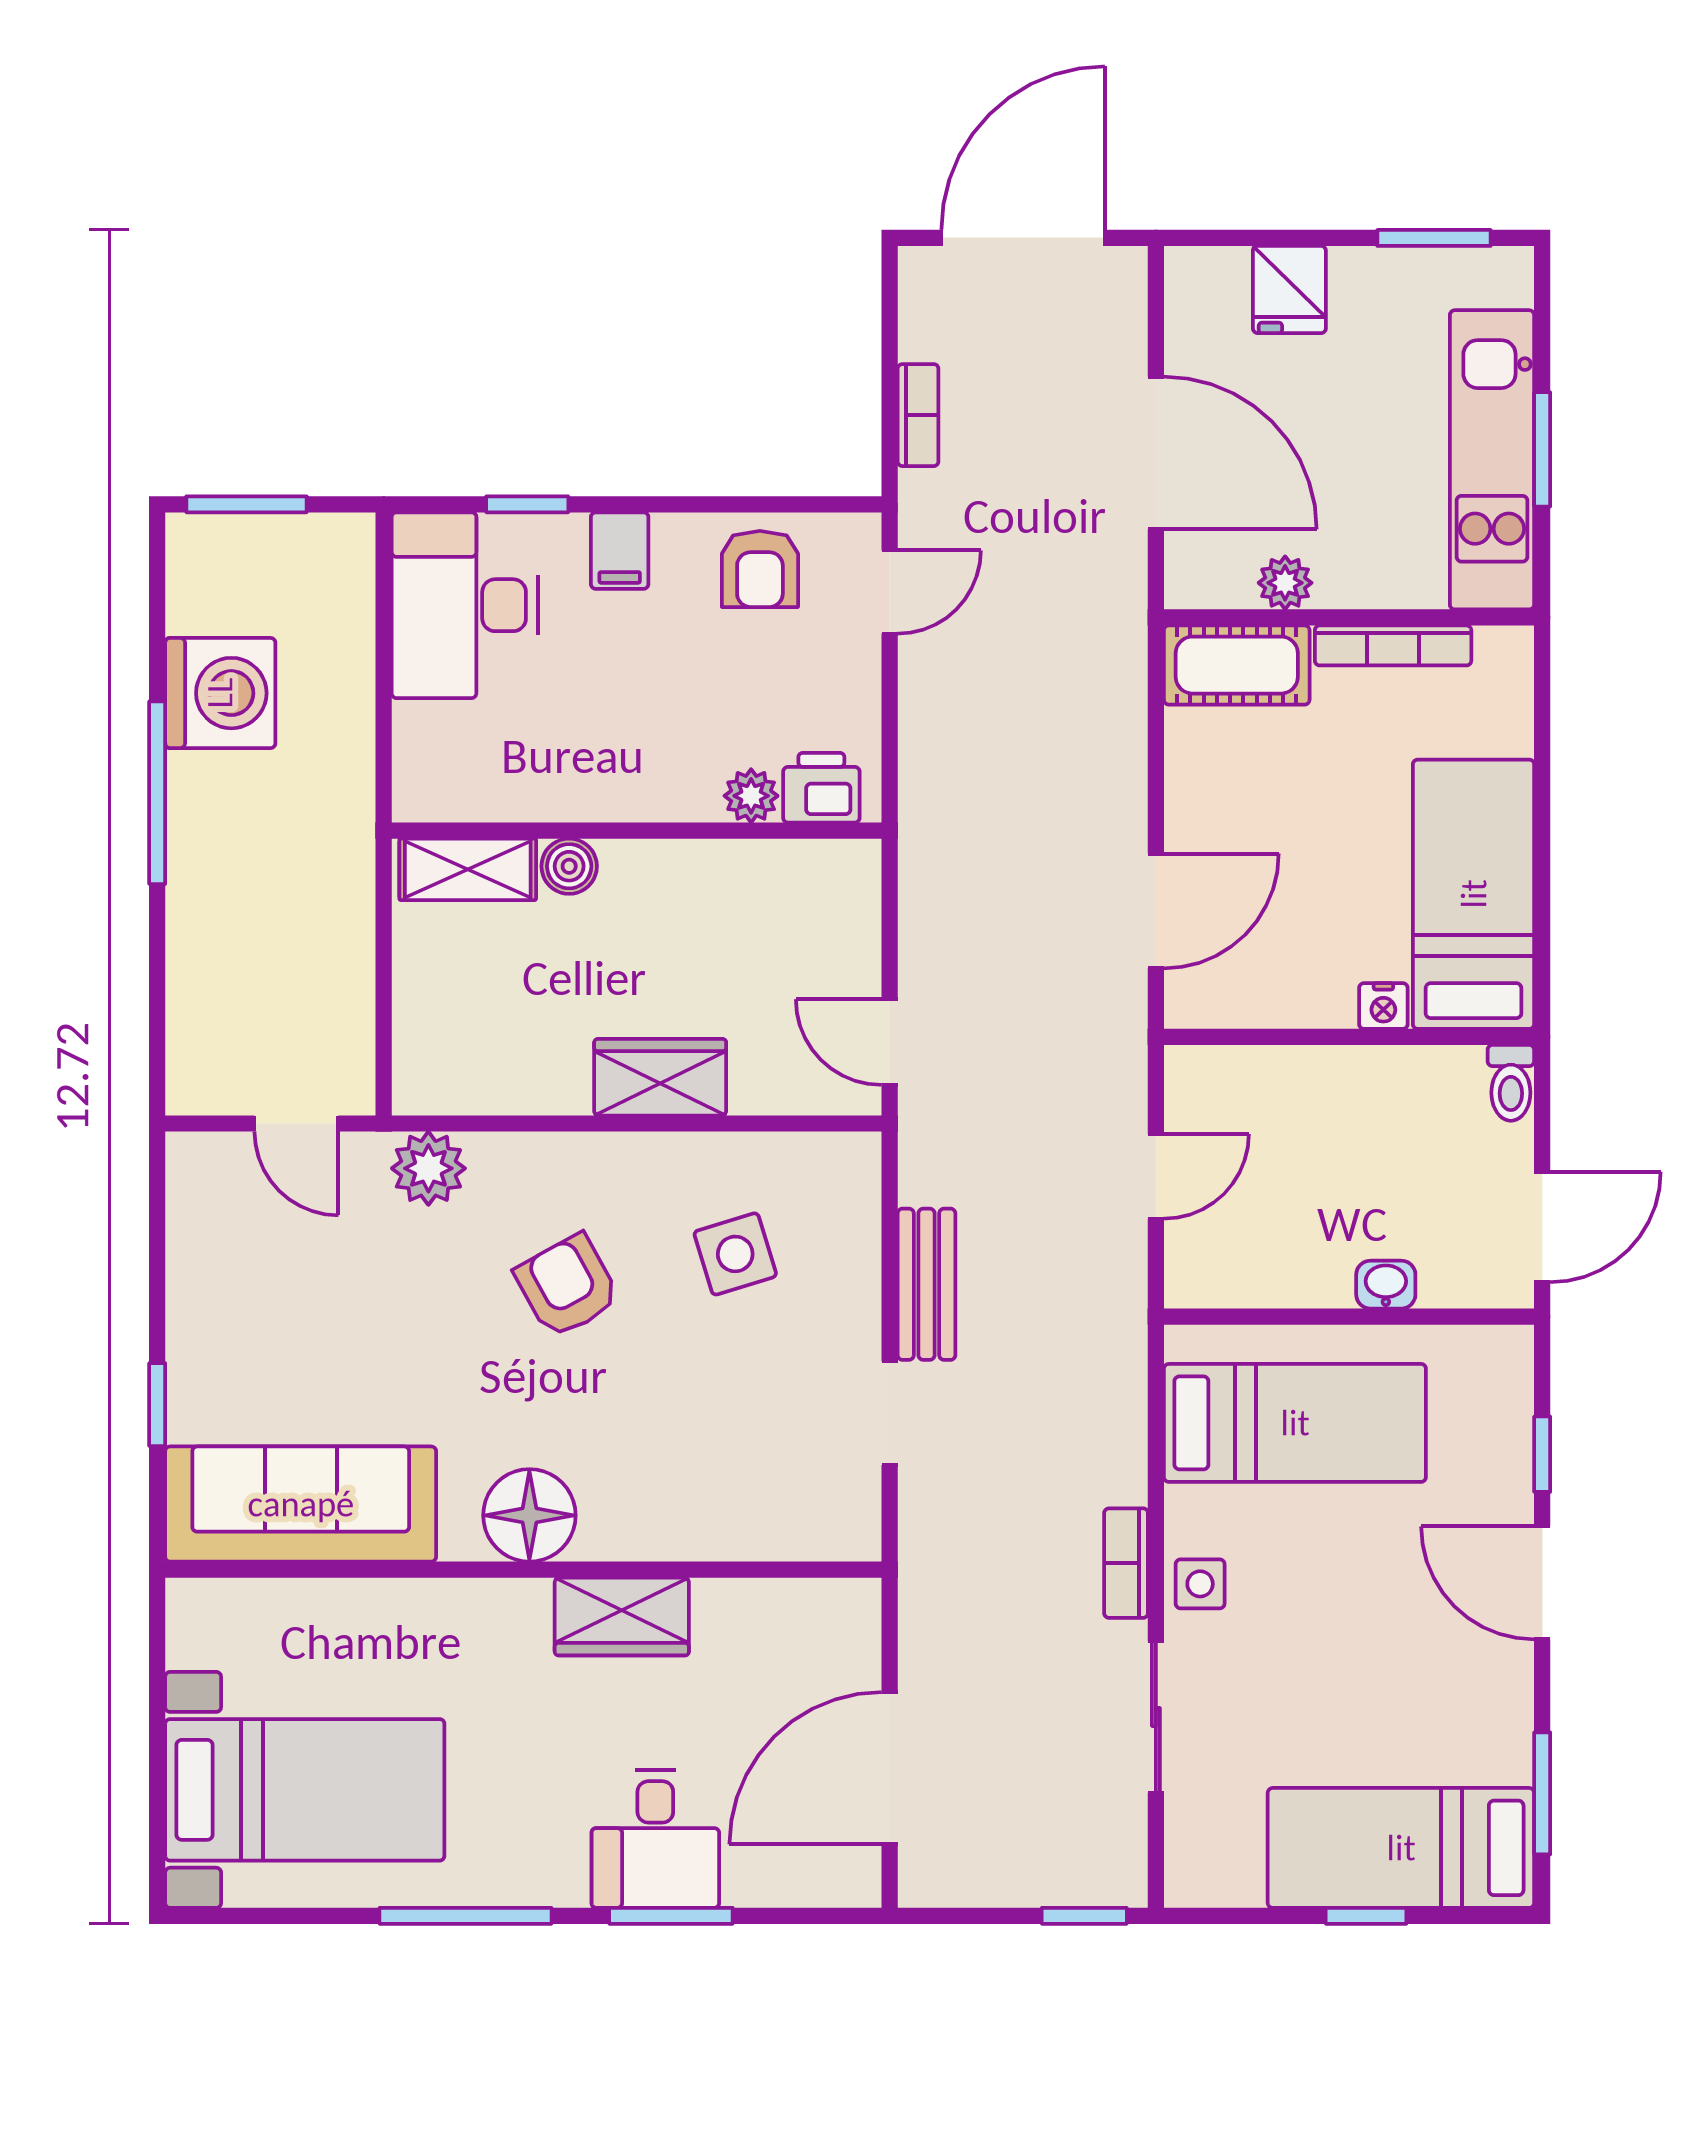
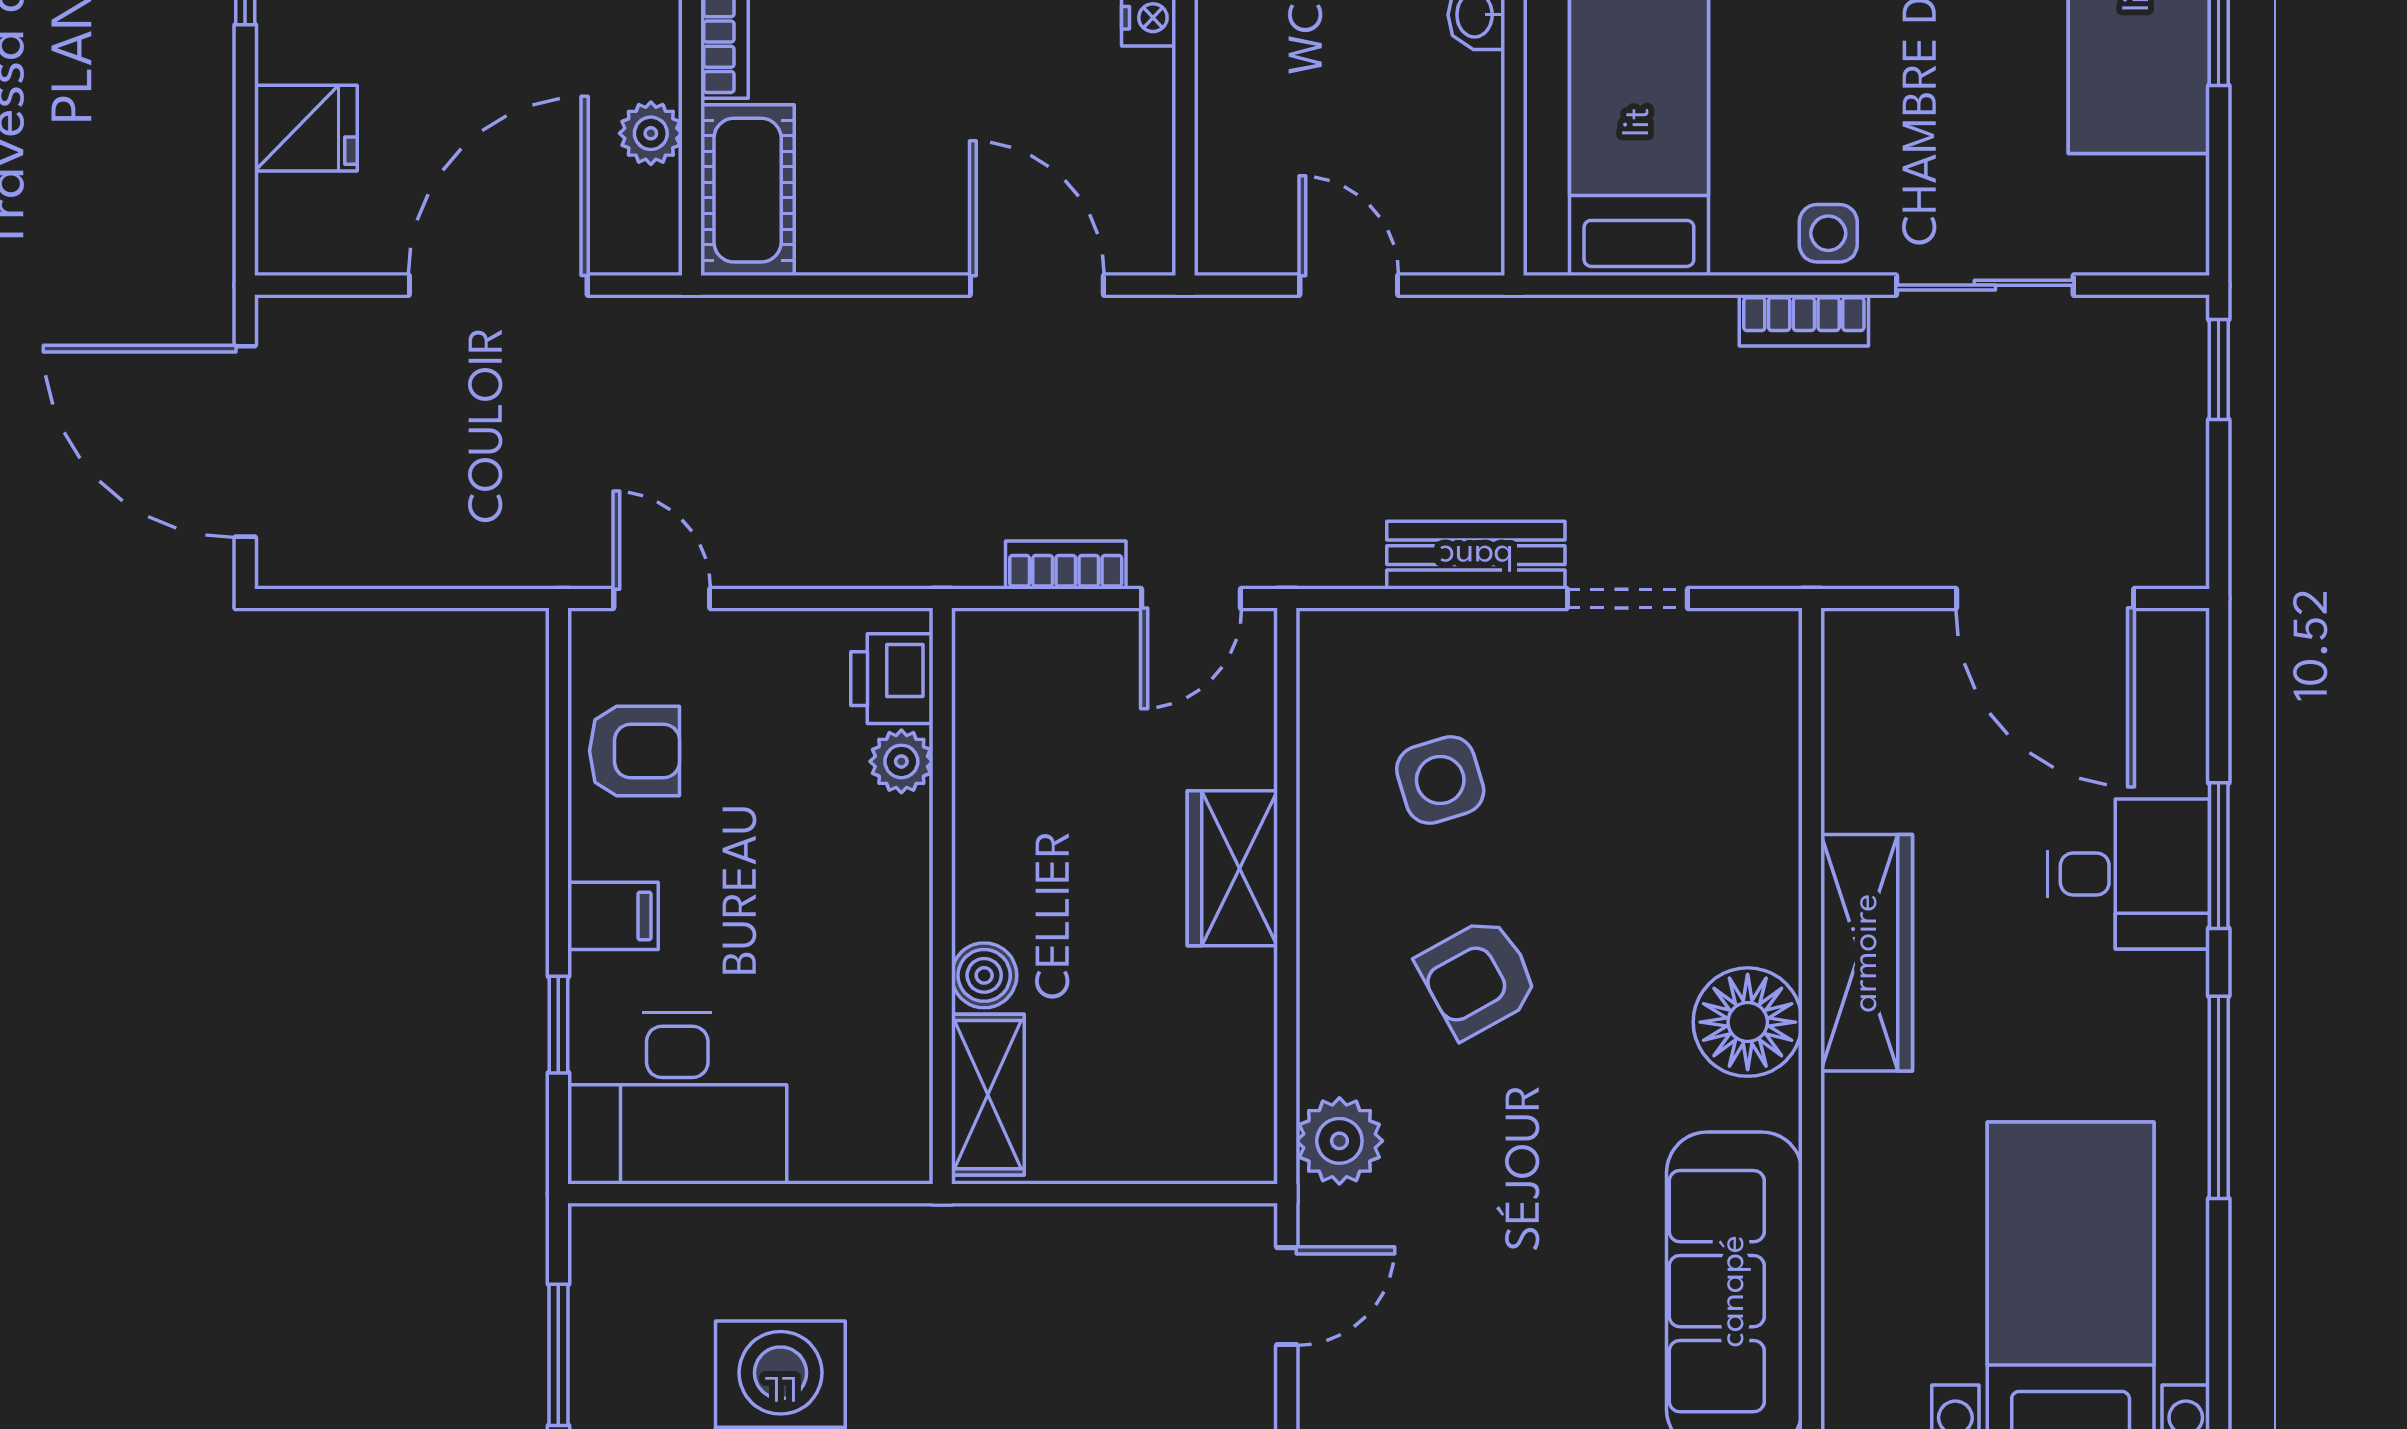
bookcase: (918, 415) -> (1066, 565), moved
wardrobe: (622, 1617) -> (1867, 953), width x1.50

